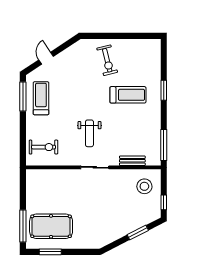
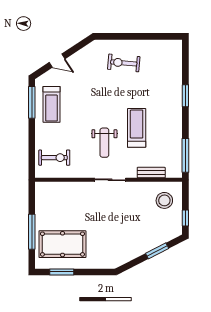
door: (46, 58) -> (57, 61), swing flipped
exercise bike: (107, 60) -> (124, 63), turned 109
treadmill: (128, 95) -> (137, 128), moved, turned -90
treadmill: (41, 98) -> (52, 104), turned 180
window: (23, 226) -> (32, 232), moved

